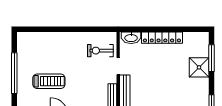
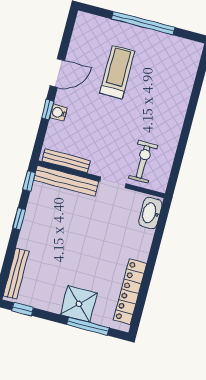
locker: (162, 38) -> (130, 292), moved
treadmill: (49, 81) -> (117, 72), turned 180

